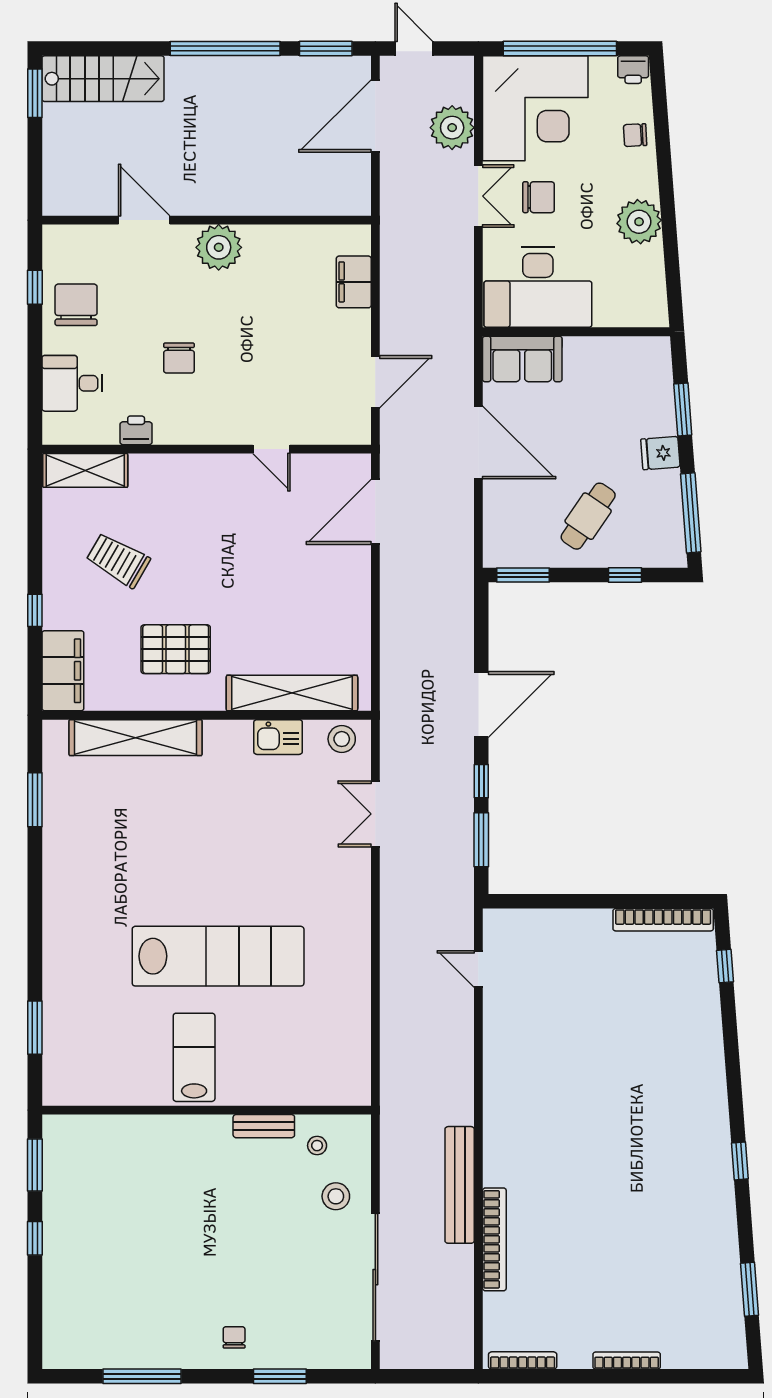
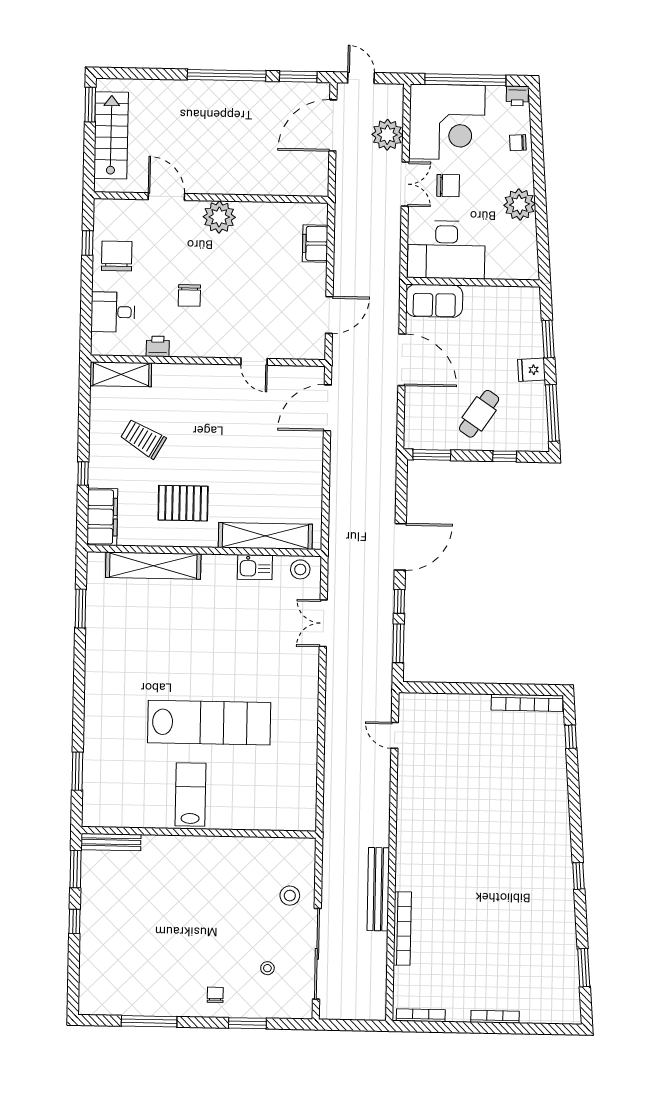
stairs: (103, 79) -> (111, 135), moved, turned -90
bench: (264, 1126) -> (111, 842), moved, width x1.36
stool: (317, 1146) -> (267, 968), moved

